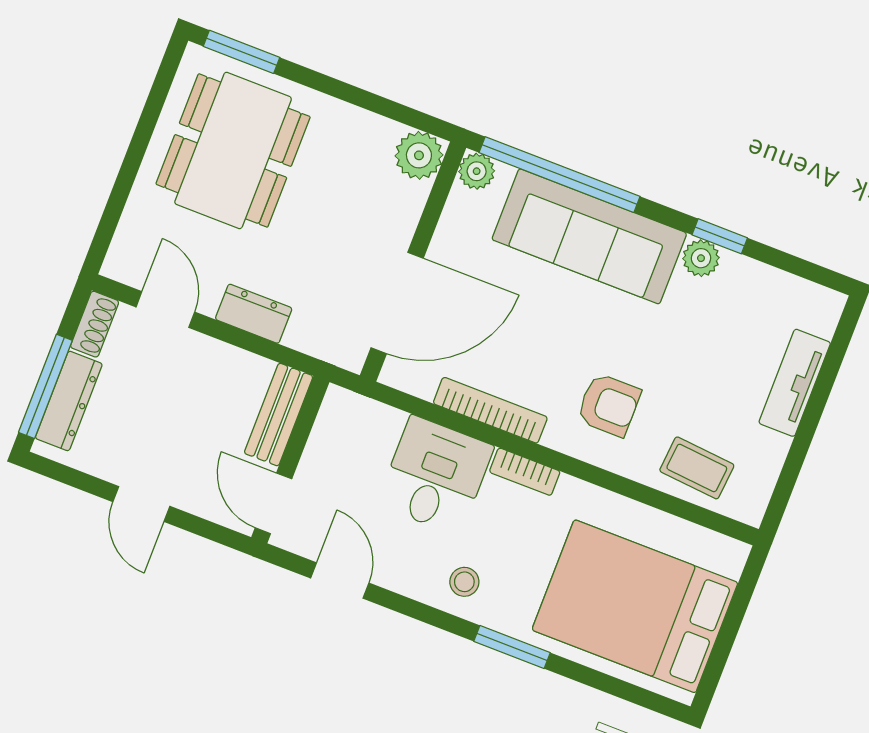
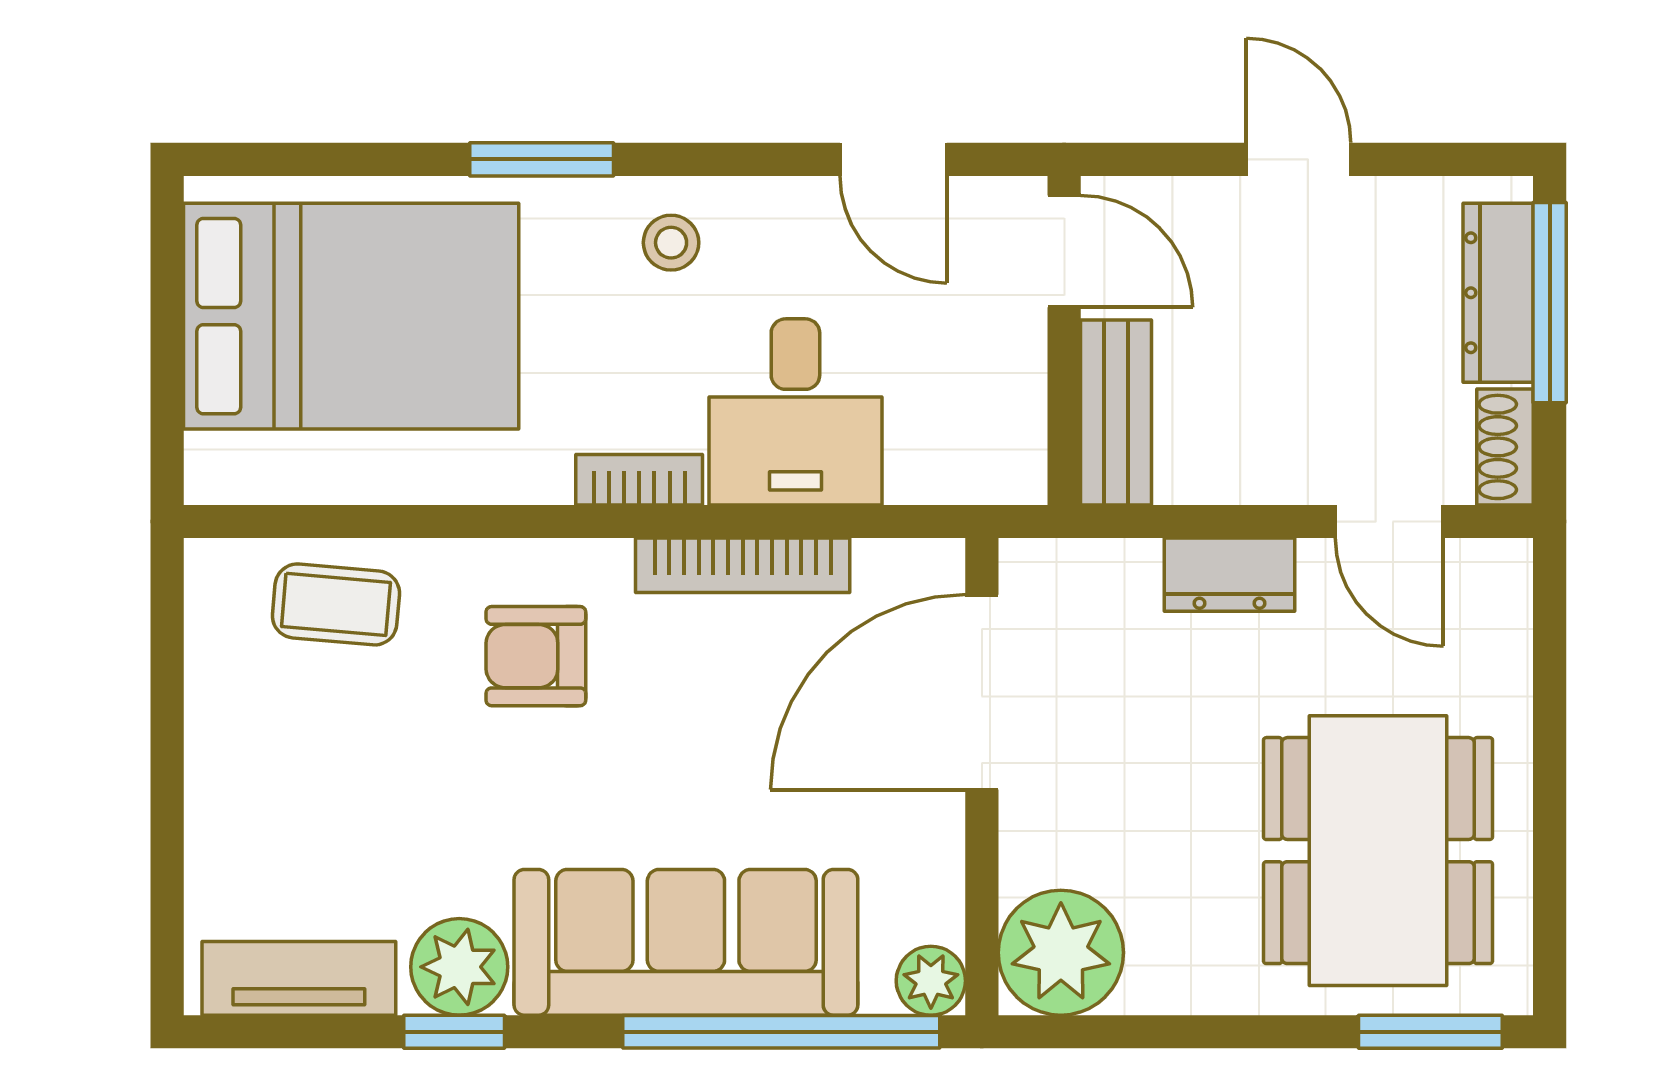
plant: (419, 155) -> (1061, 953), width x1.36, depth x1.36
plant: (701, 258) -> (459, 967), width x1.38, depth x1.38
tv unit: (795, 383) -> (299, 978), moved, turned -90

